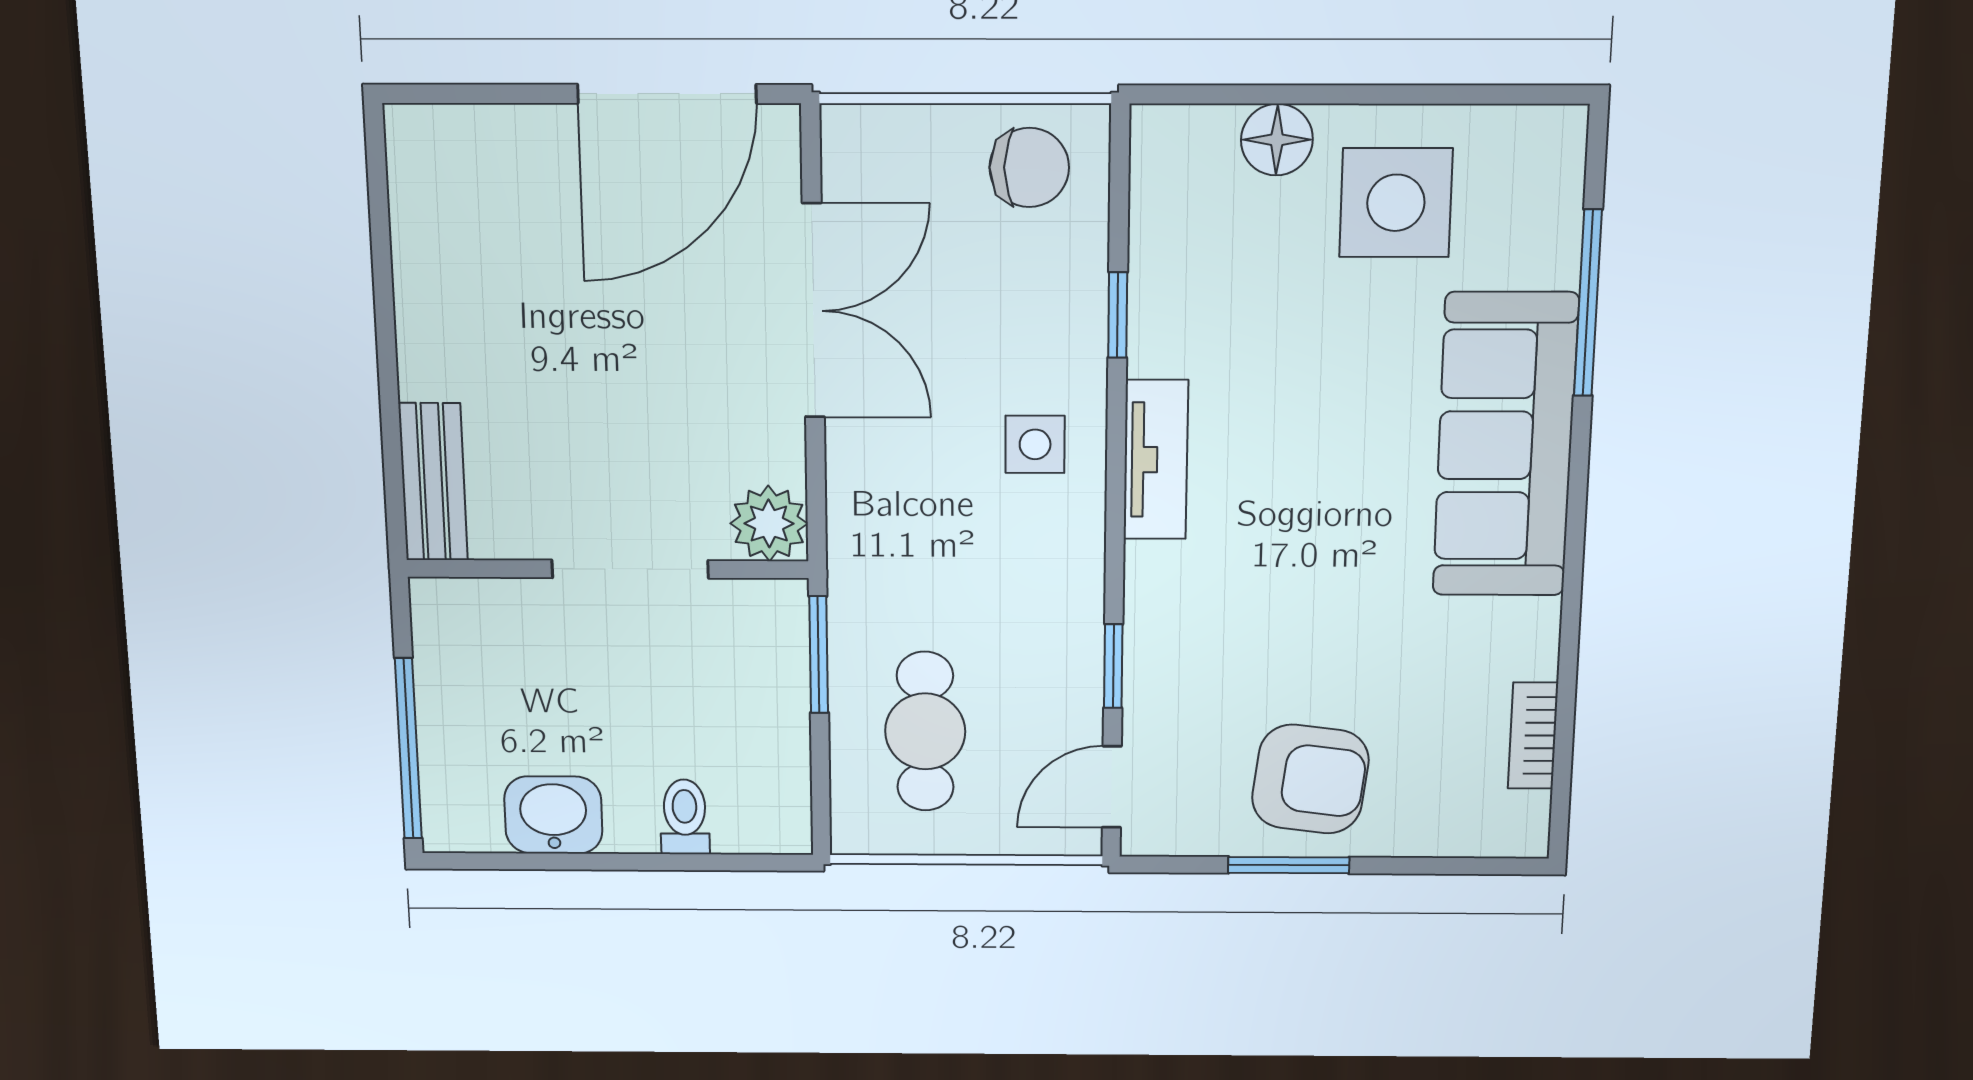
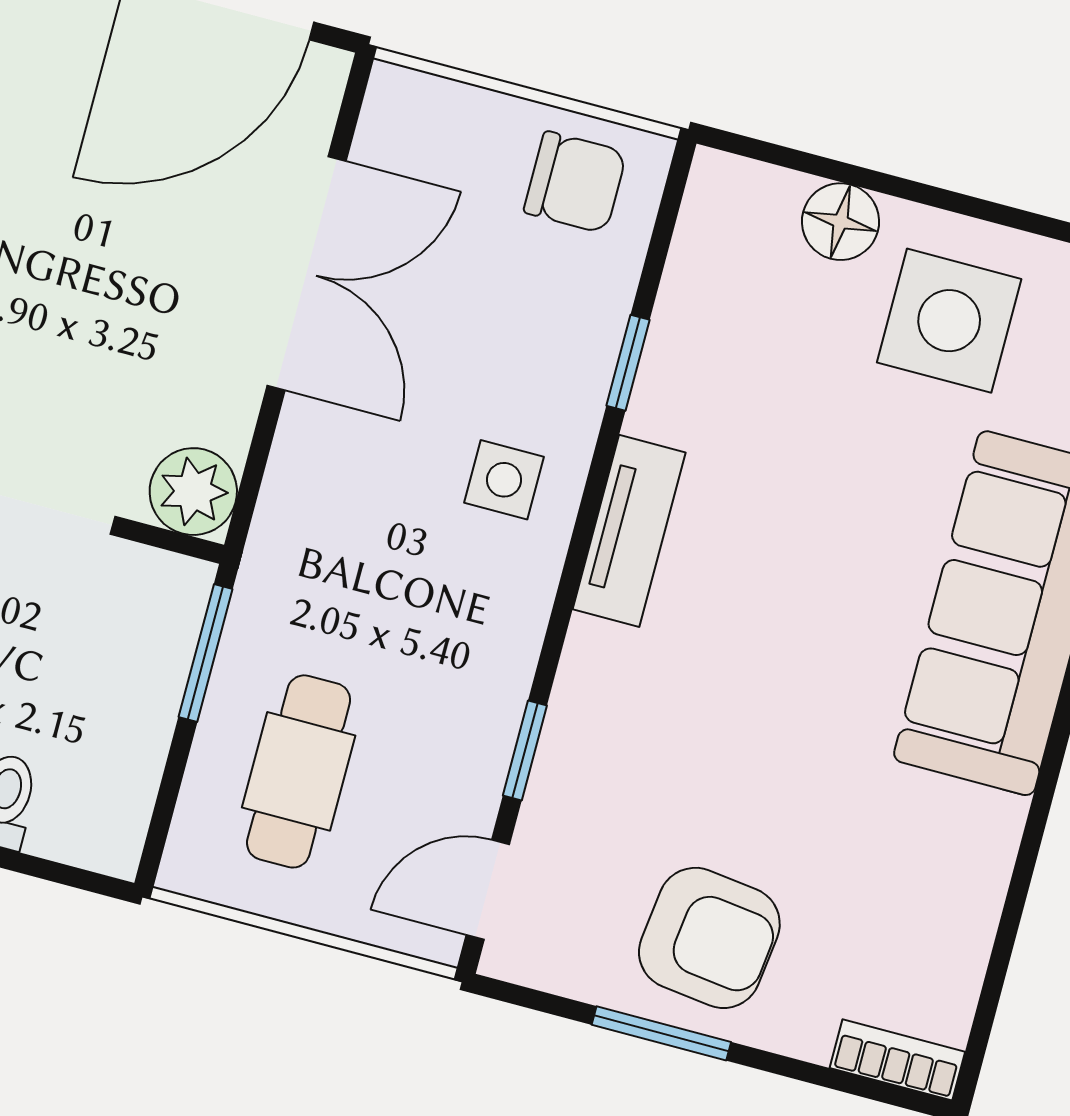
bookcase: (1533, 736) -> (897, 1060), moved, turned 90

